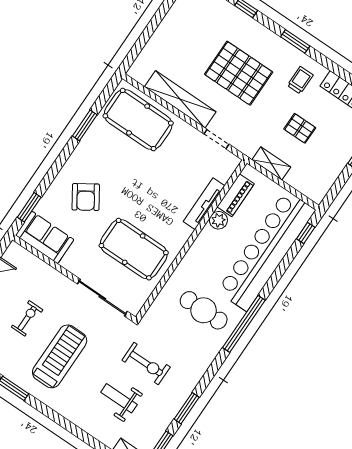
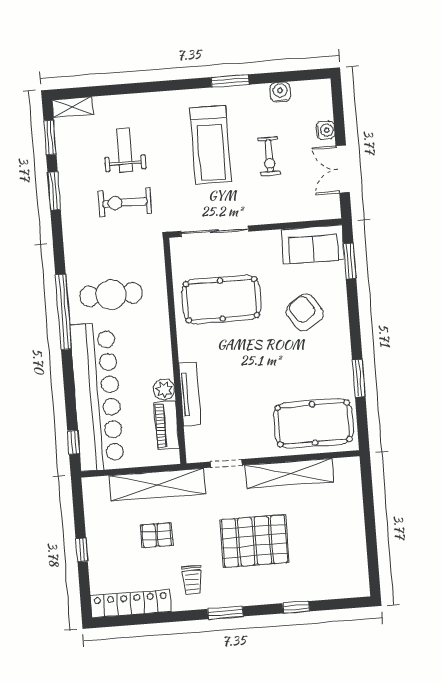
shelving: (271, 163) -> (157, 485), width x2.20, depth x1.33
weight bench: (119, 398) -> (124, 150), turned -90

